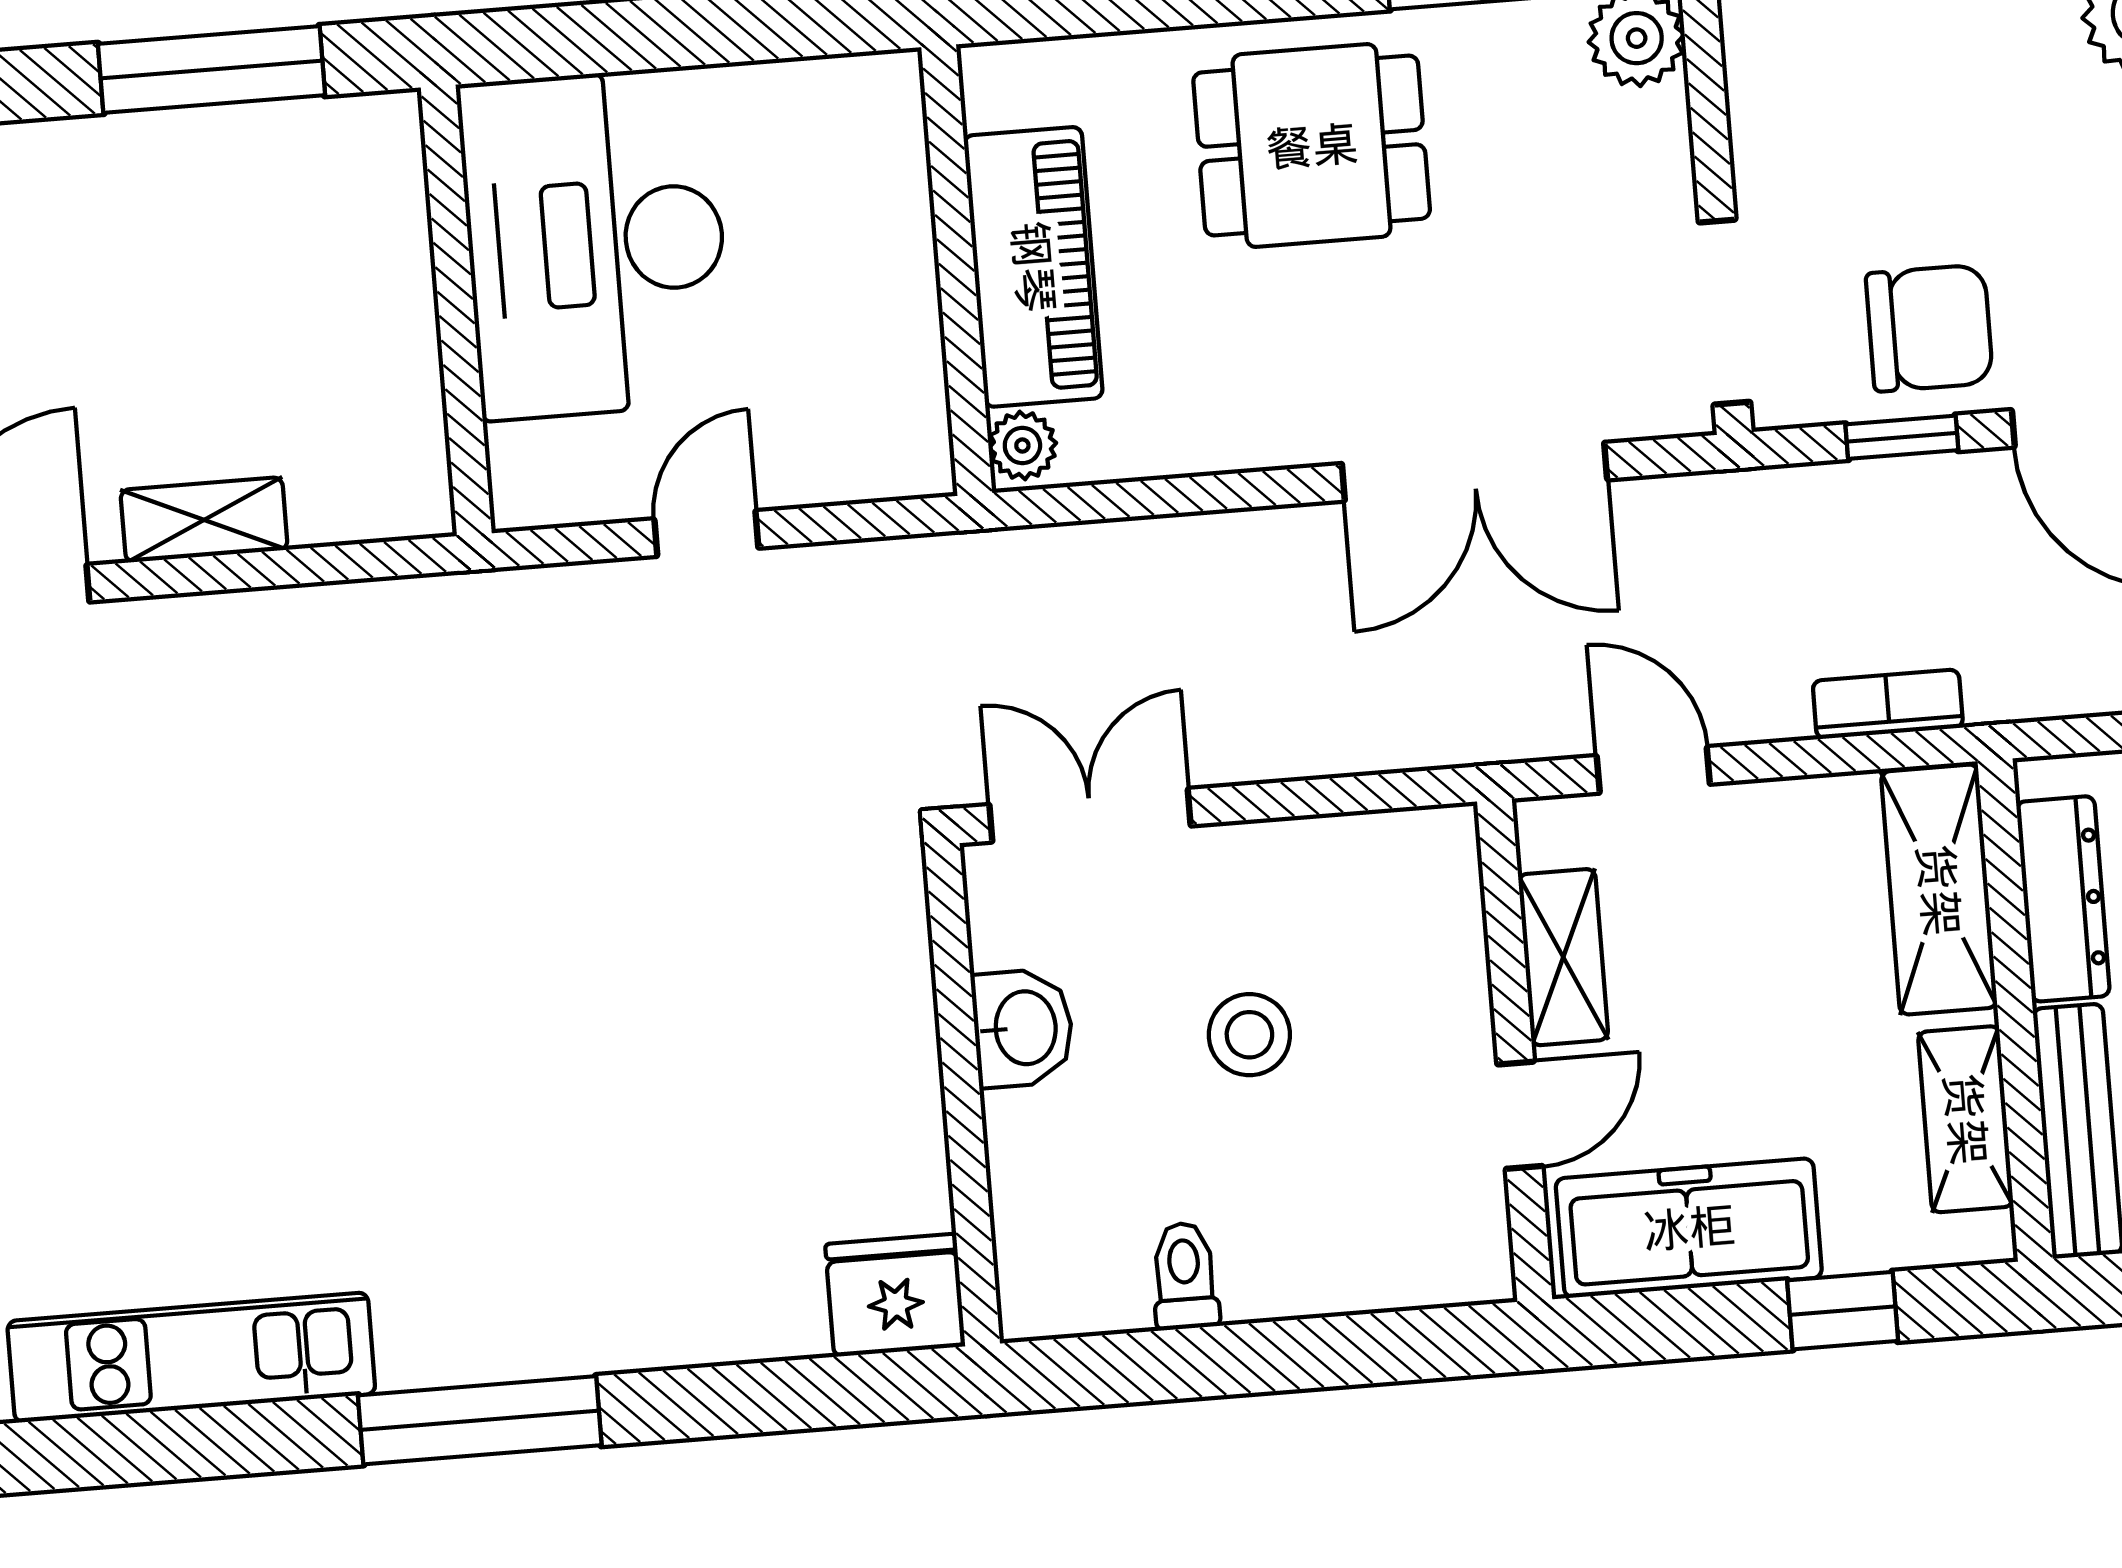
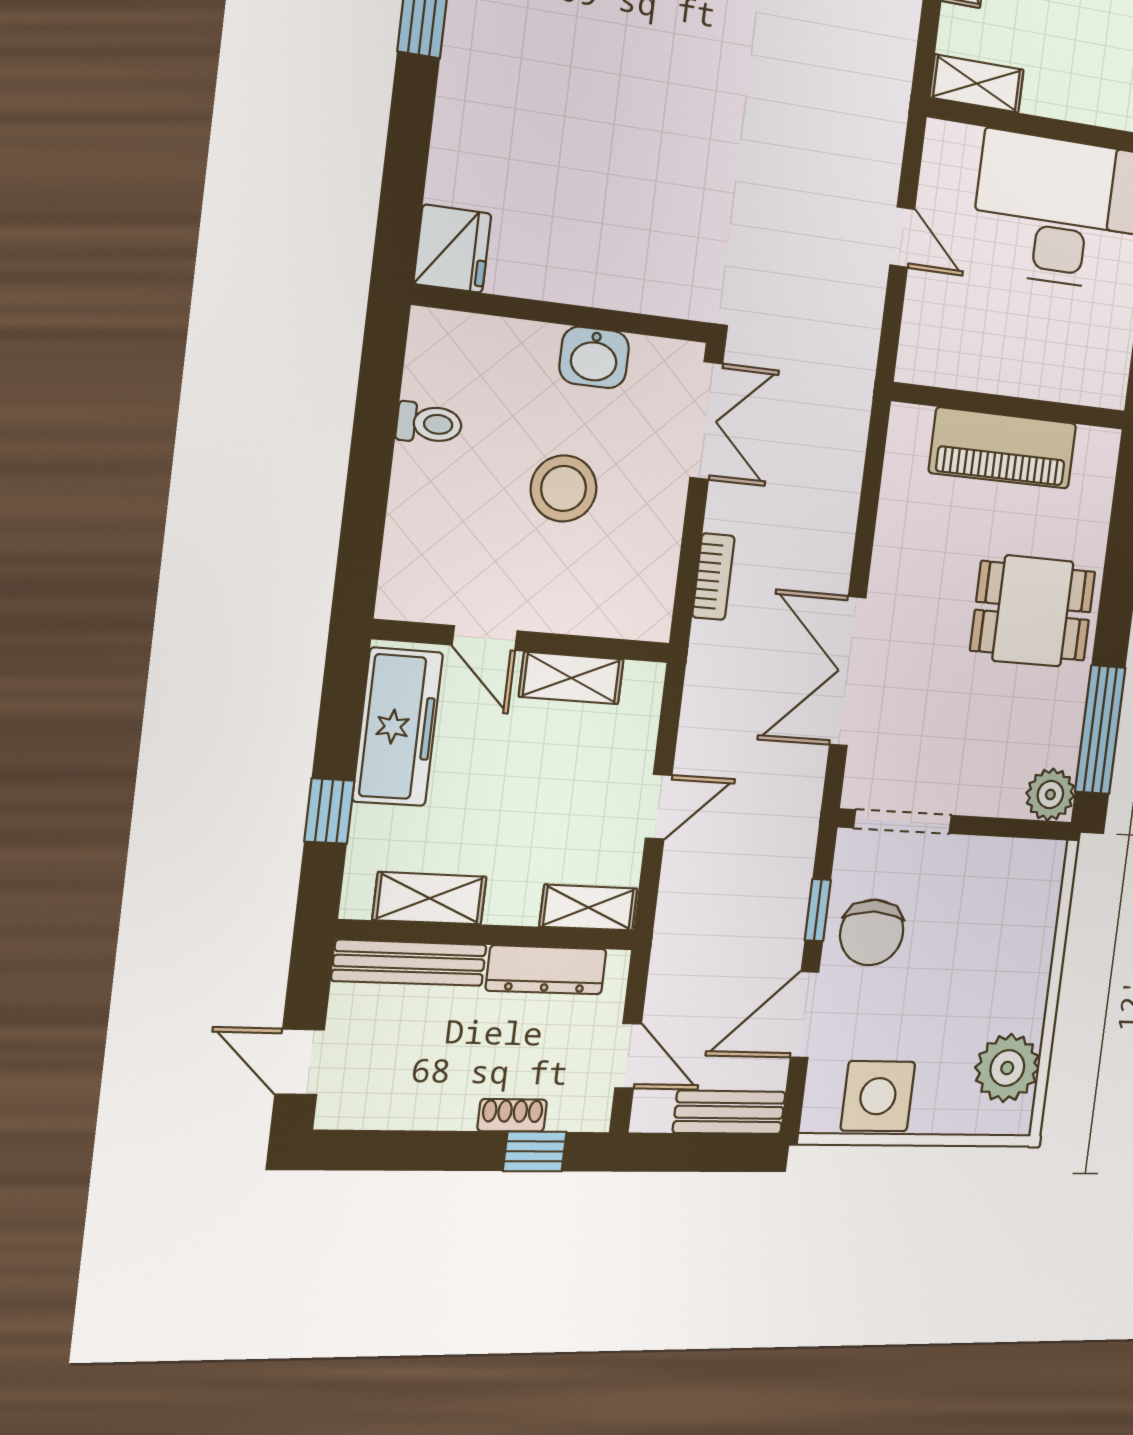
dining table: (1312, 146) -> (1033, 611), turned 90
plant: (1022, 445) -> (912, 423), removed
shelving: (412, 455) -> (977, 84), added
bookcase: (1888, 704) -> (713, 577), moved
door: (1653, 770) -> (659, 807), moved
shelving: (1939, 890) -> (588, 908), width x0.67, depth x0.75
stool: (1249, 1035) -> (564, 488), width x1.38, depth x1.38

